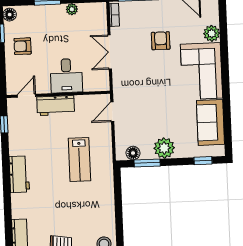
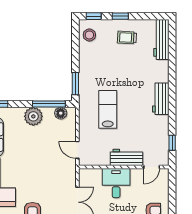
door: (112, 112) -> (77, 150), swing flipped
window: (147, 163) -> (49, 104), width x1.44
window: (118, 187) -> (75, 84), added

